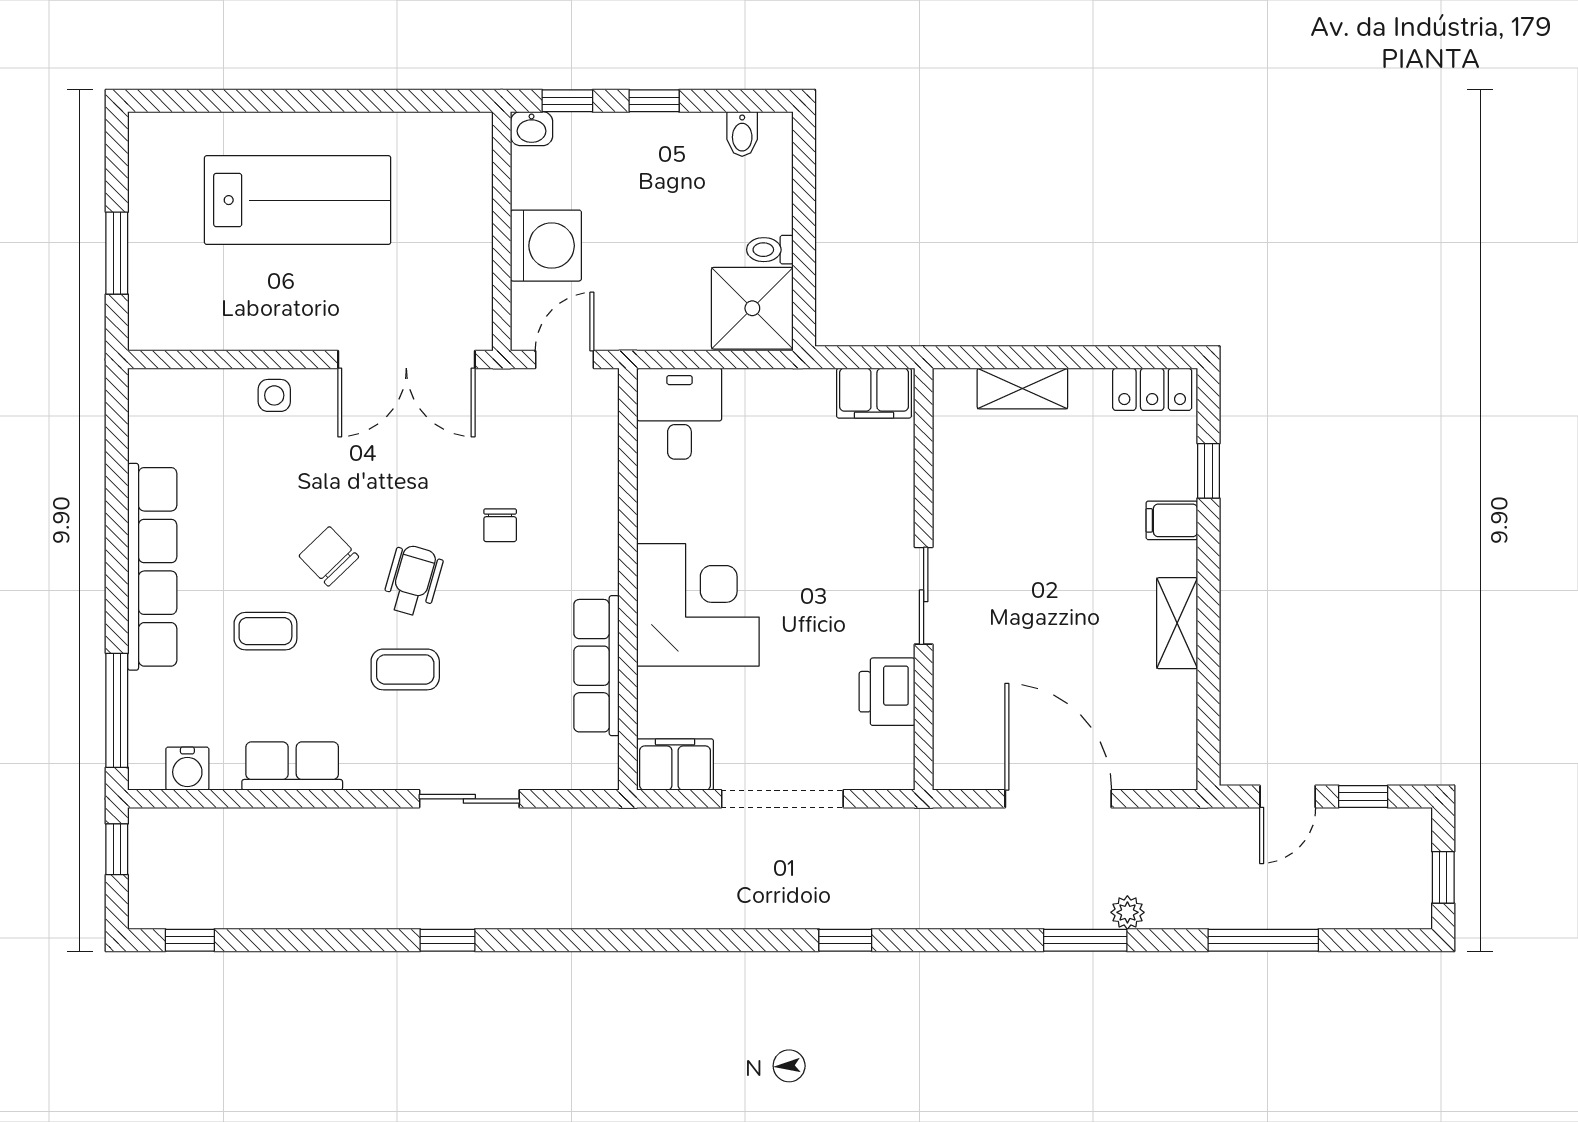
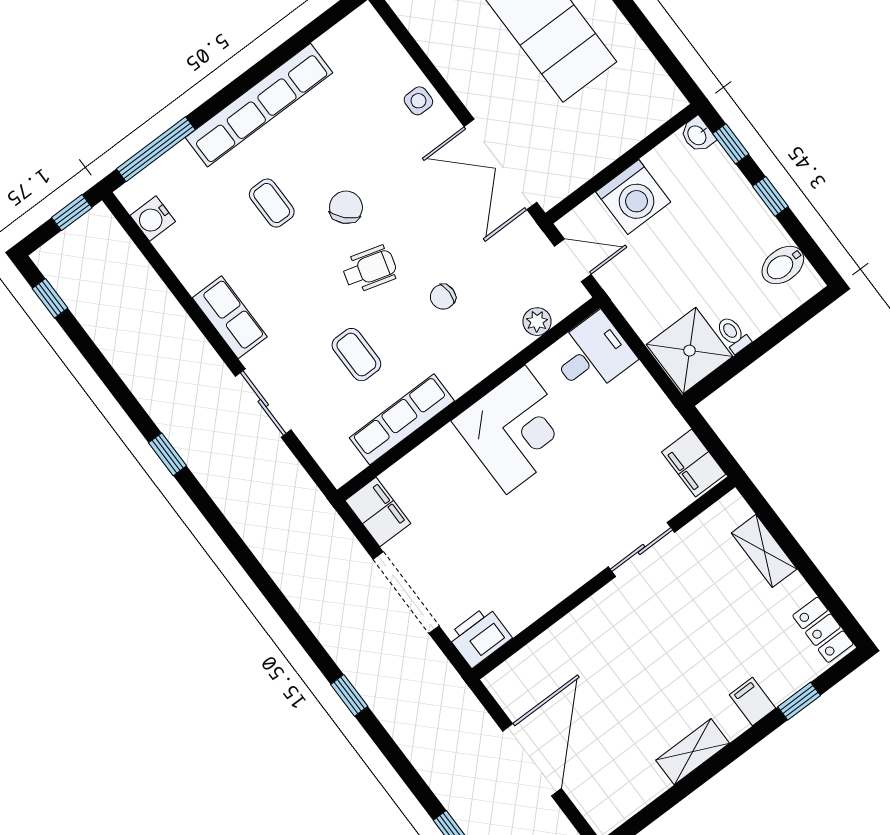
bidet: (742, 134) -> (783, 265), width x1.38, depth x1.36
plant: (601, 446) -> (537, 322), added
sliding door: (924, 596) -> (641, 549), moved
corner desk: (698, 605) -> (516, 430), moved
coffee table: (405, 669) -> (356, 355), moved
printer: (887, 692) -> (480, 637), moved
row of seats: (292, 766) -> (230, 317), moved

